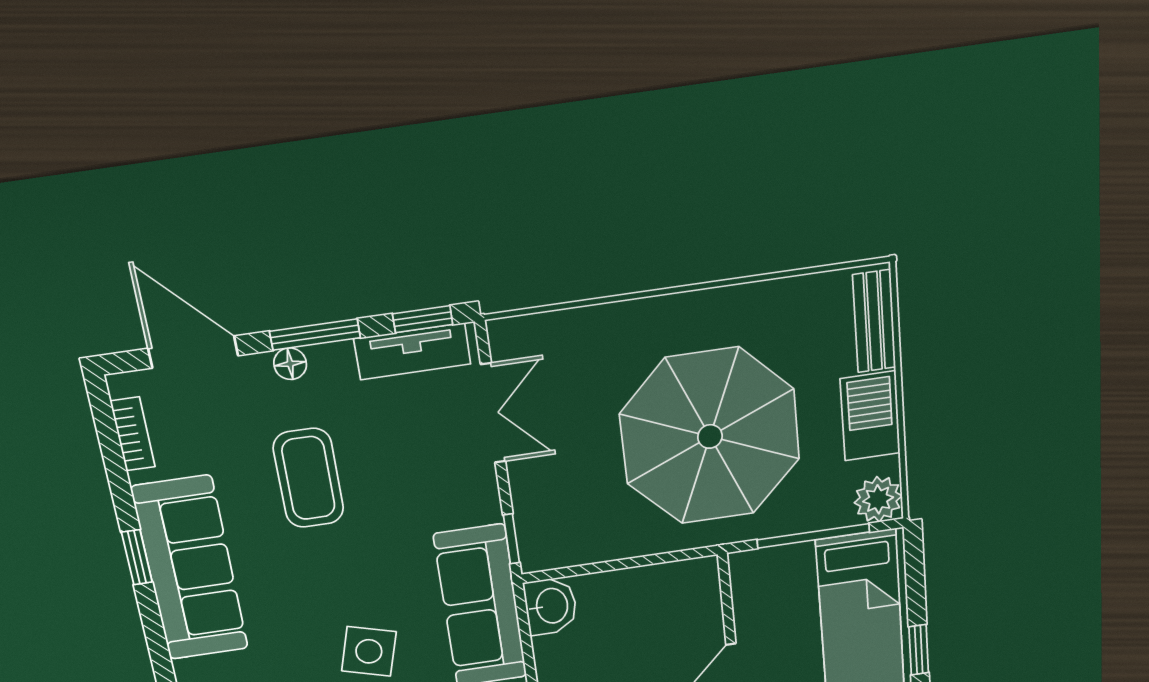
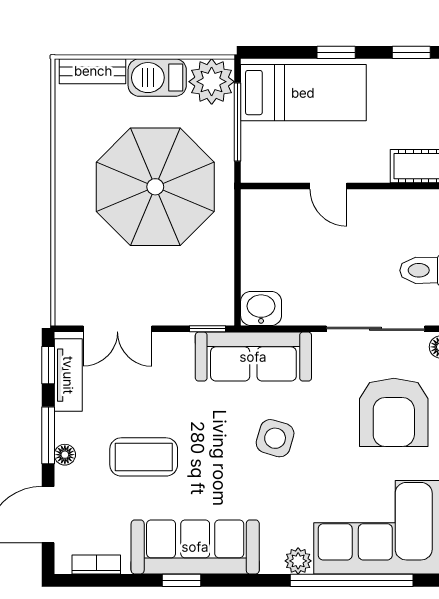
double door: (493, 413) -> (117, 329), swing flipped
plant: (878, 499) -> (212, 82), width x1.36, depth x1.36

